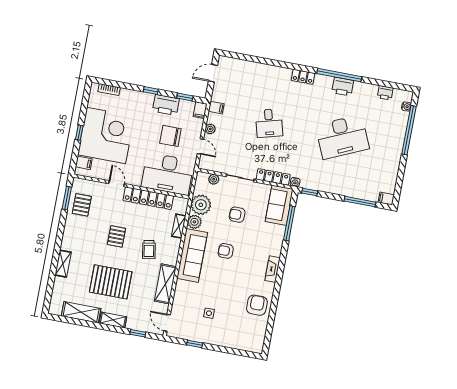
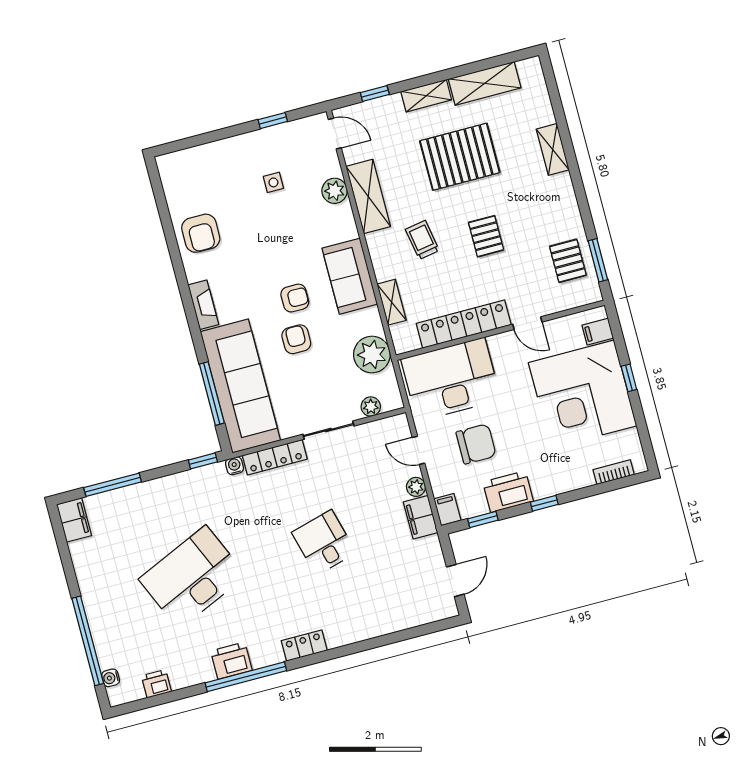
filing cabinet: (216, 108) -> (421, 517), width x2.00
filing cabinet: (386, 199) -> (74, 520), width x2.00
sofa: (279, 205) -> (240, 386), width x1.85, depth x1.27
armchair: (237, 215) -> (296, 339), moved, turned -90
plant: (194, 222) -> (335, 191), moved
sofa: (192, 255) -> (350, 276), width x0.73

